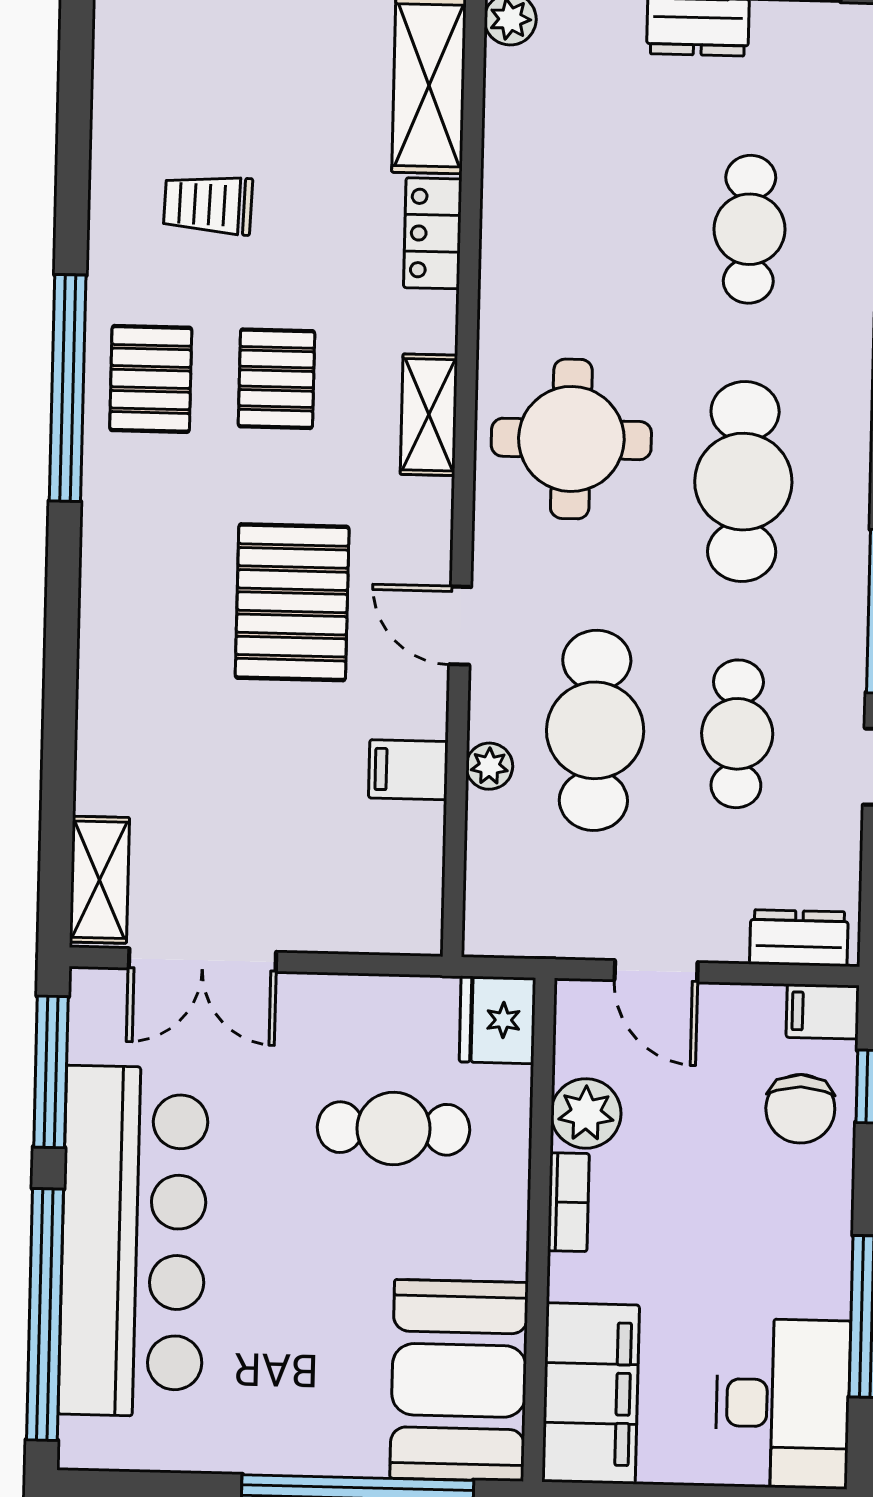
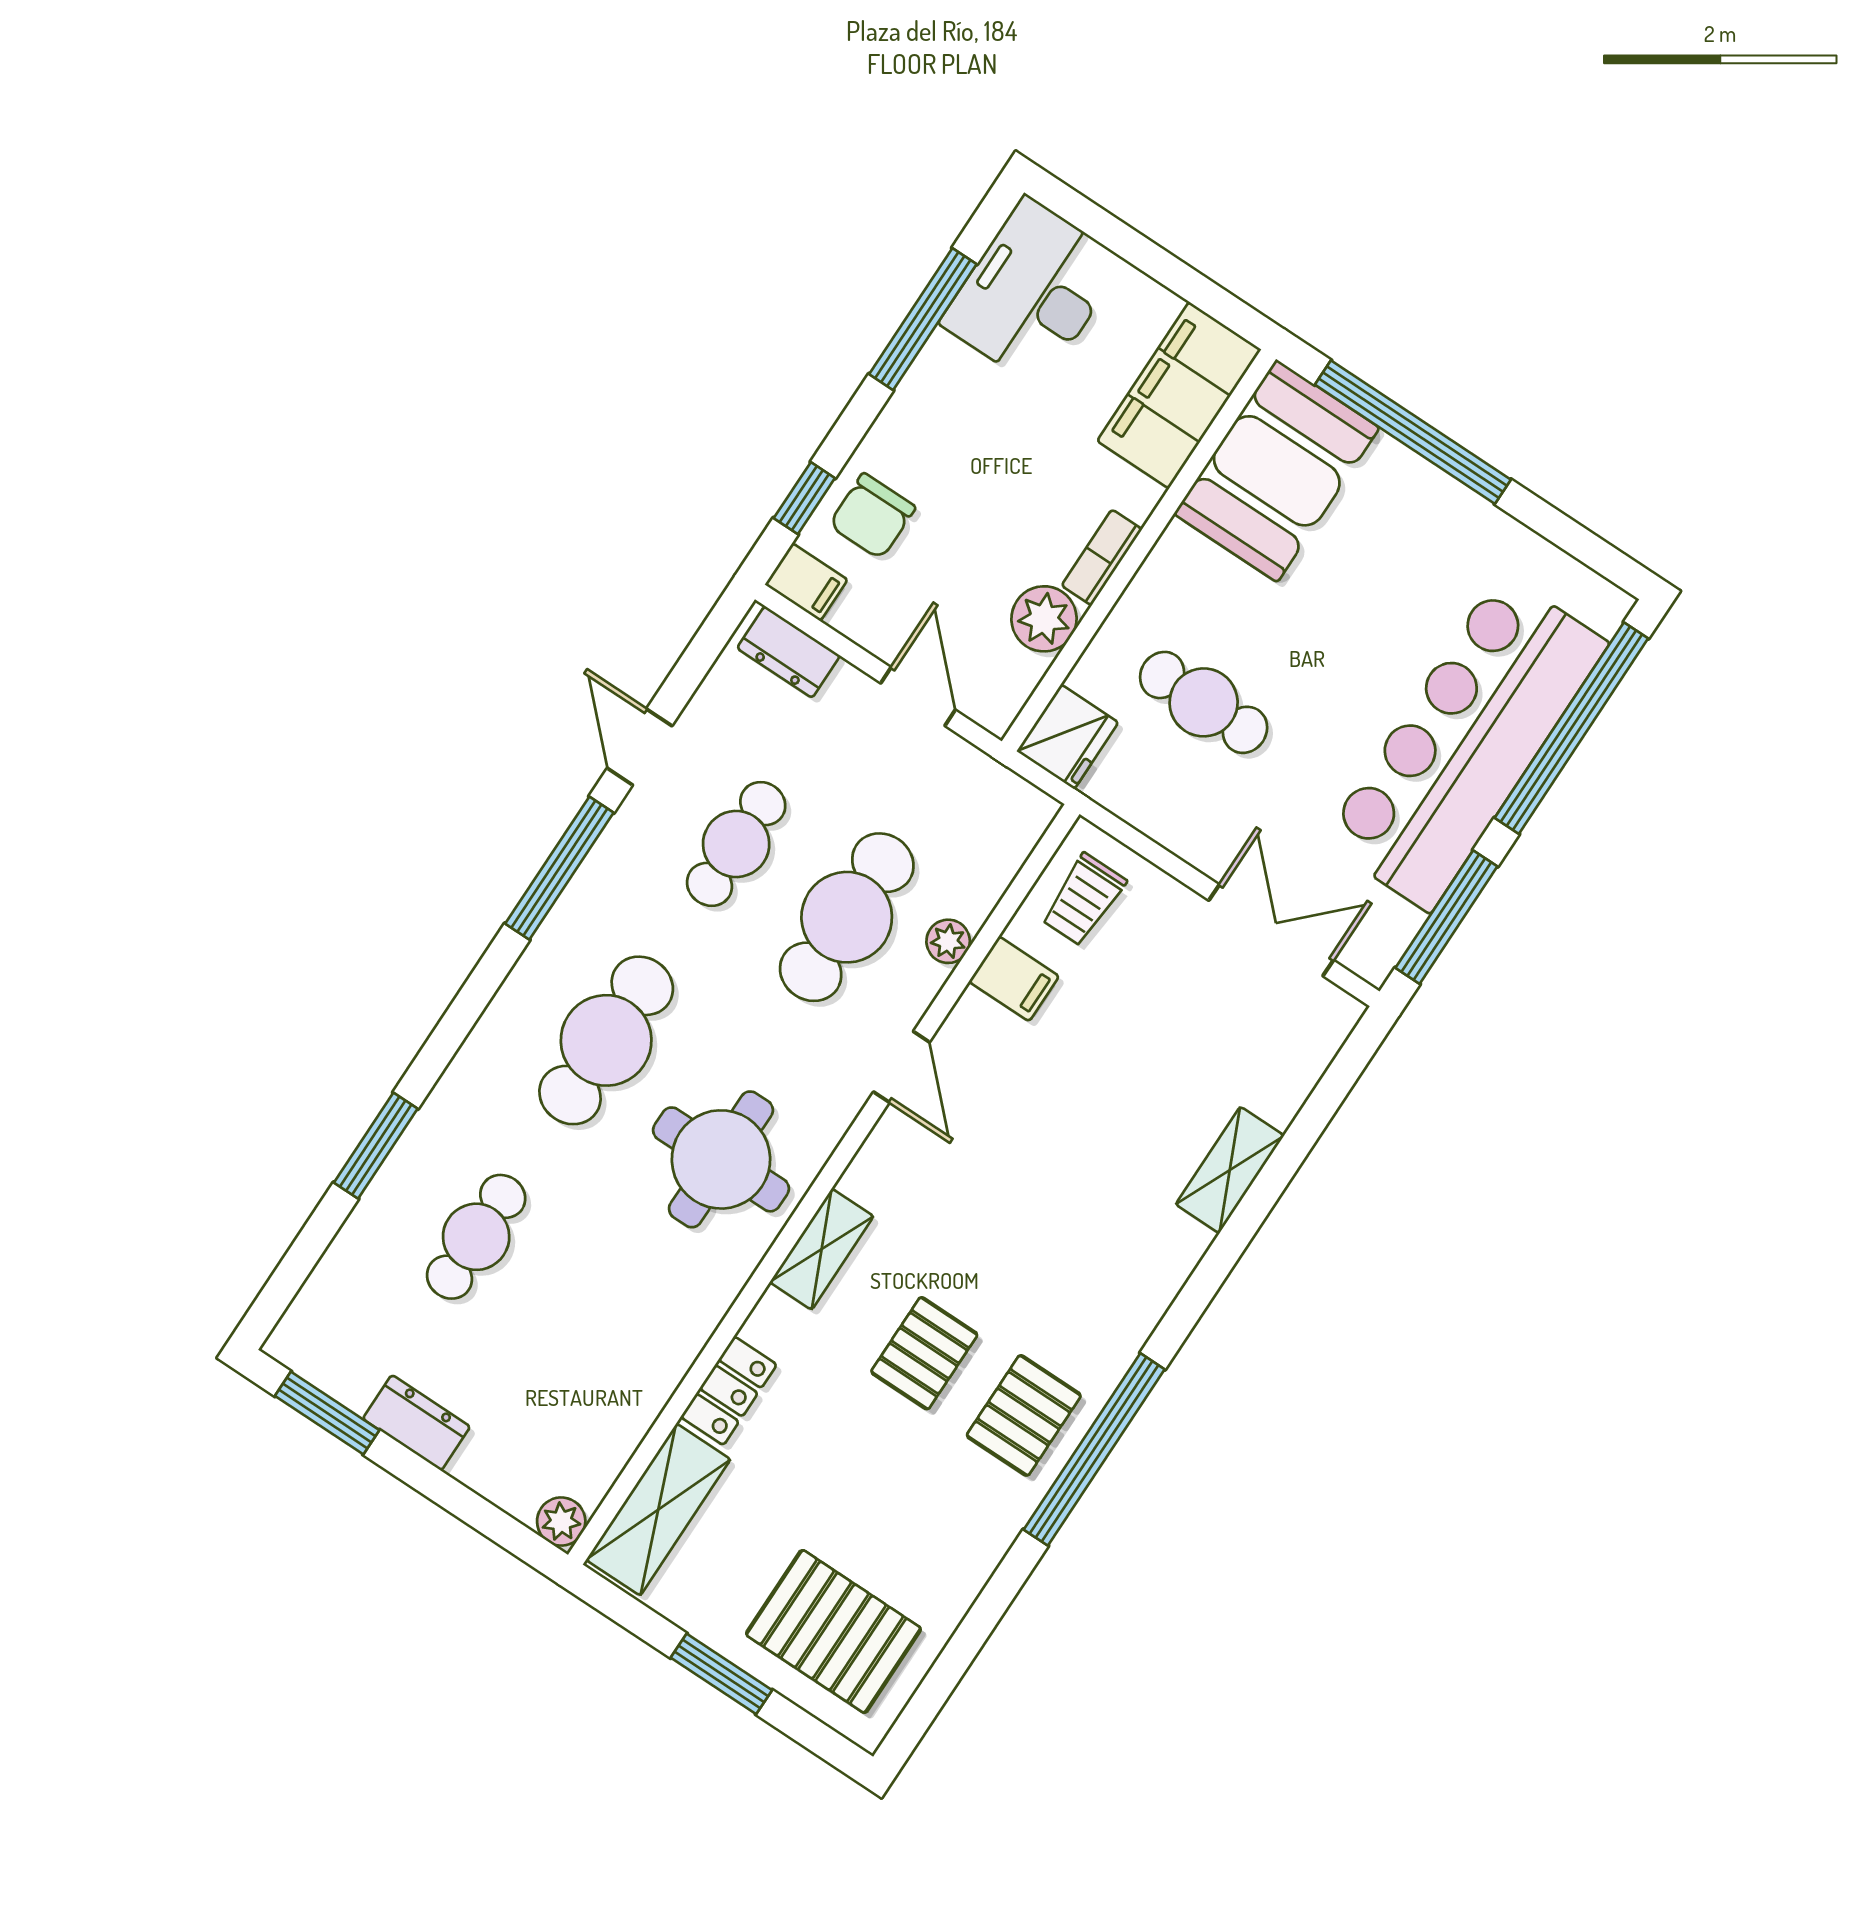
trolley: (208, 205) -> (1084, 900), moved, turned 88
pallet: (292, 602) -> (833, 1631), moved, turned 90
shelving: (100, 880) -> (1230, 1170), moved
chair: (800, 1109) -> (872, 516), turned 180

